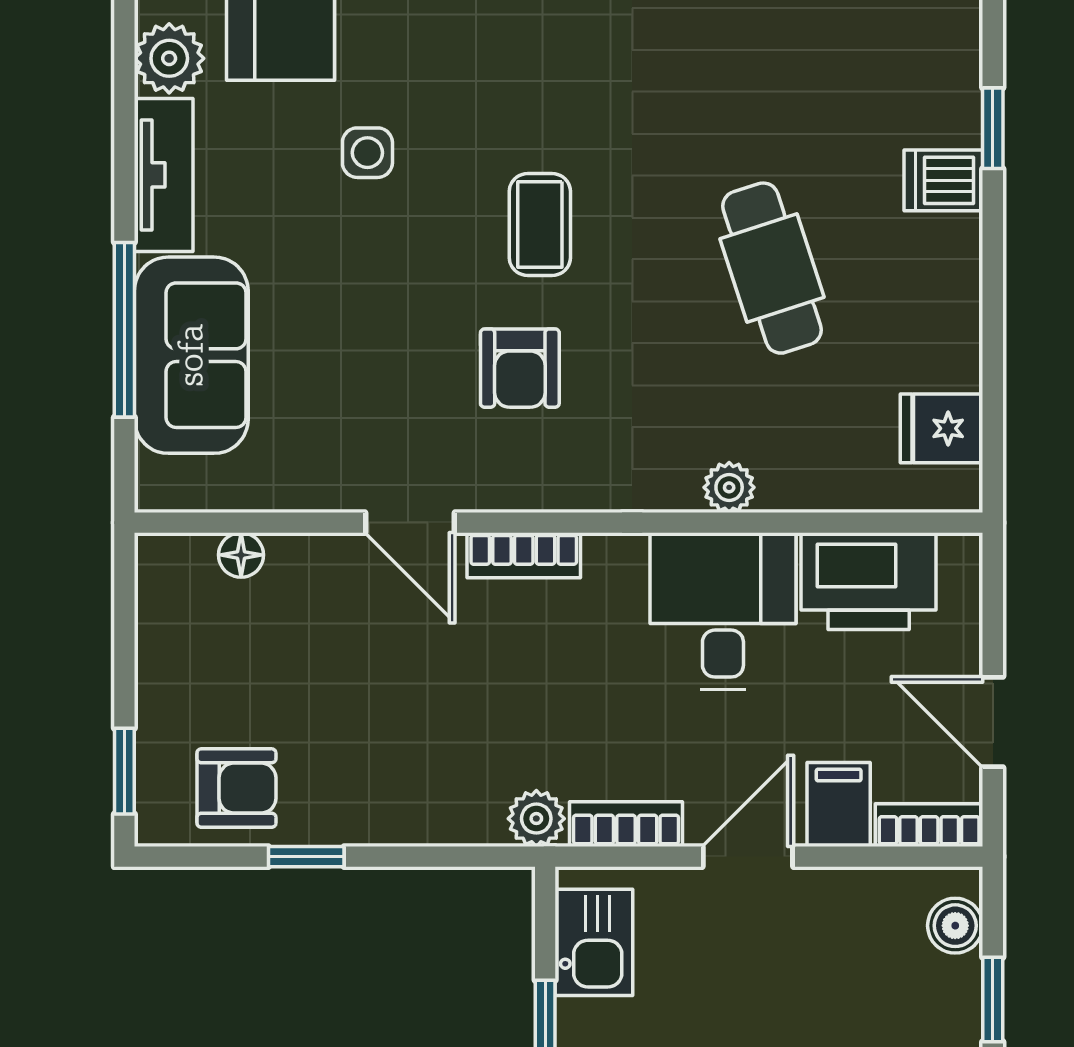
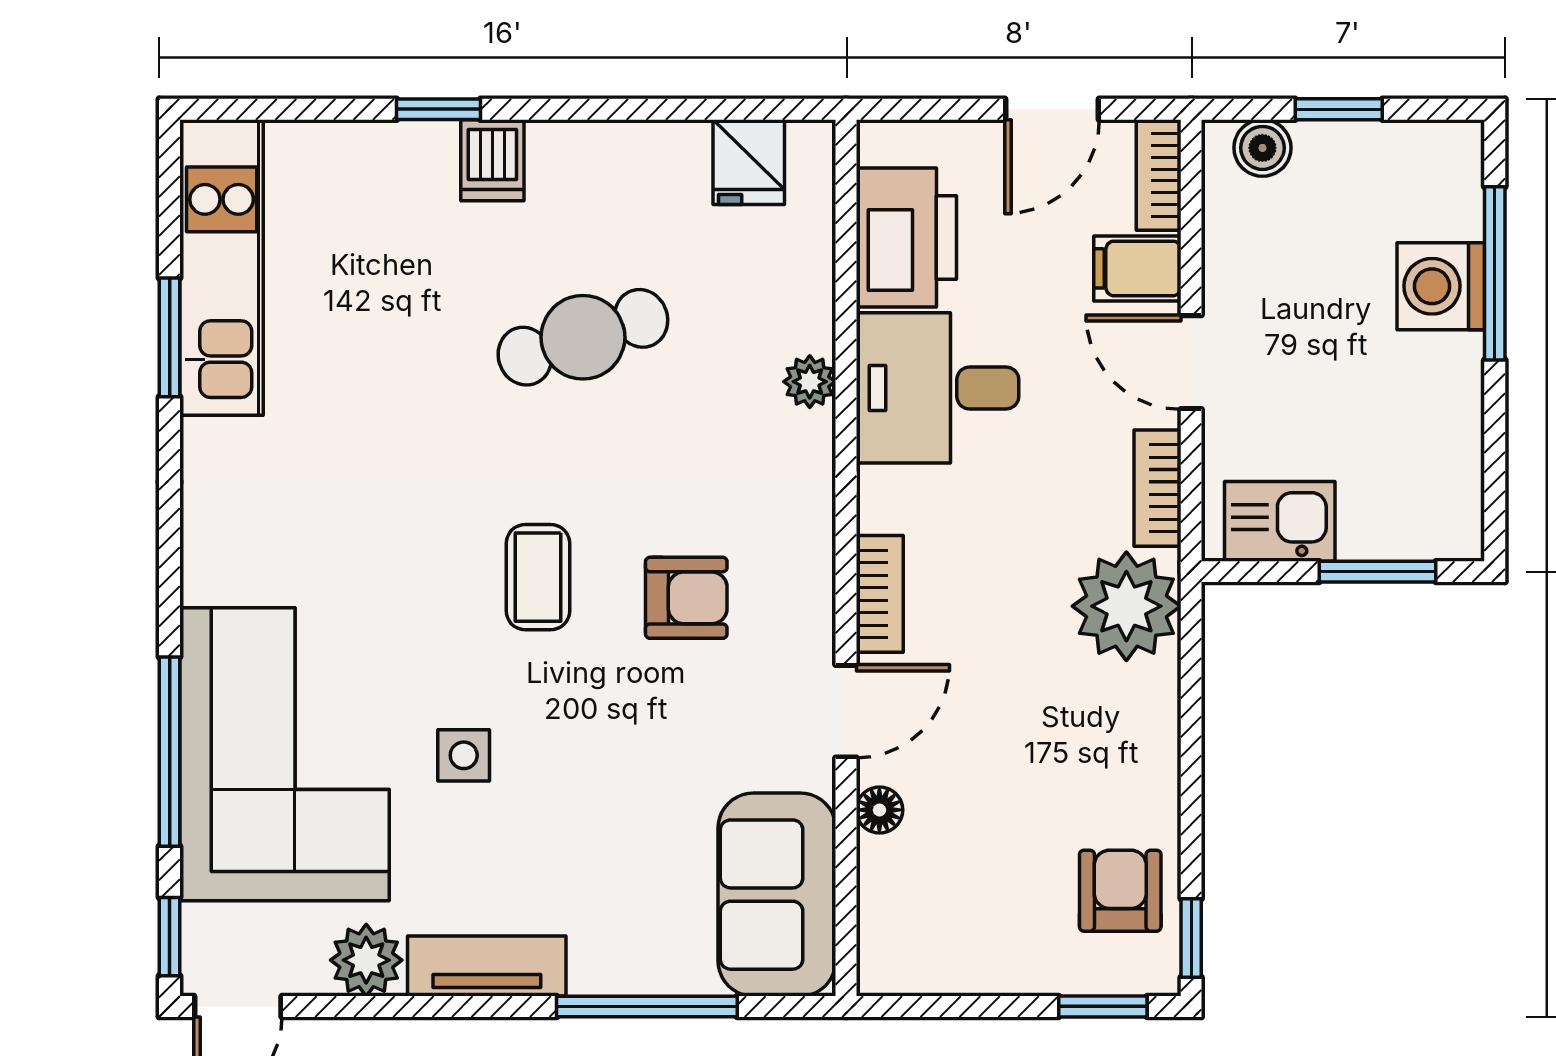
coffee table: (540, 225) -> (538, 577), turned 90
sofa: (191, 355) -> (777, 895), moved, turned -90
floor lamp: (241, 555) -> (879, 810), moved
plant: (536, 819) -> (1126, 606), width x1.88, depth x1.88
window: (306, 857) -> (1191, 938), moved

